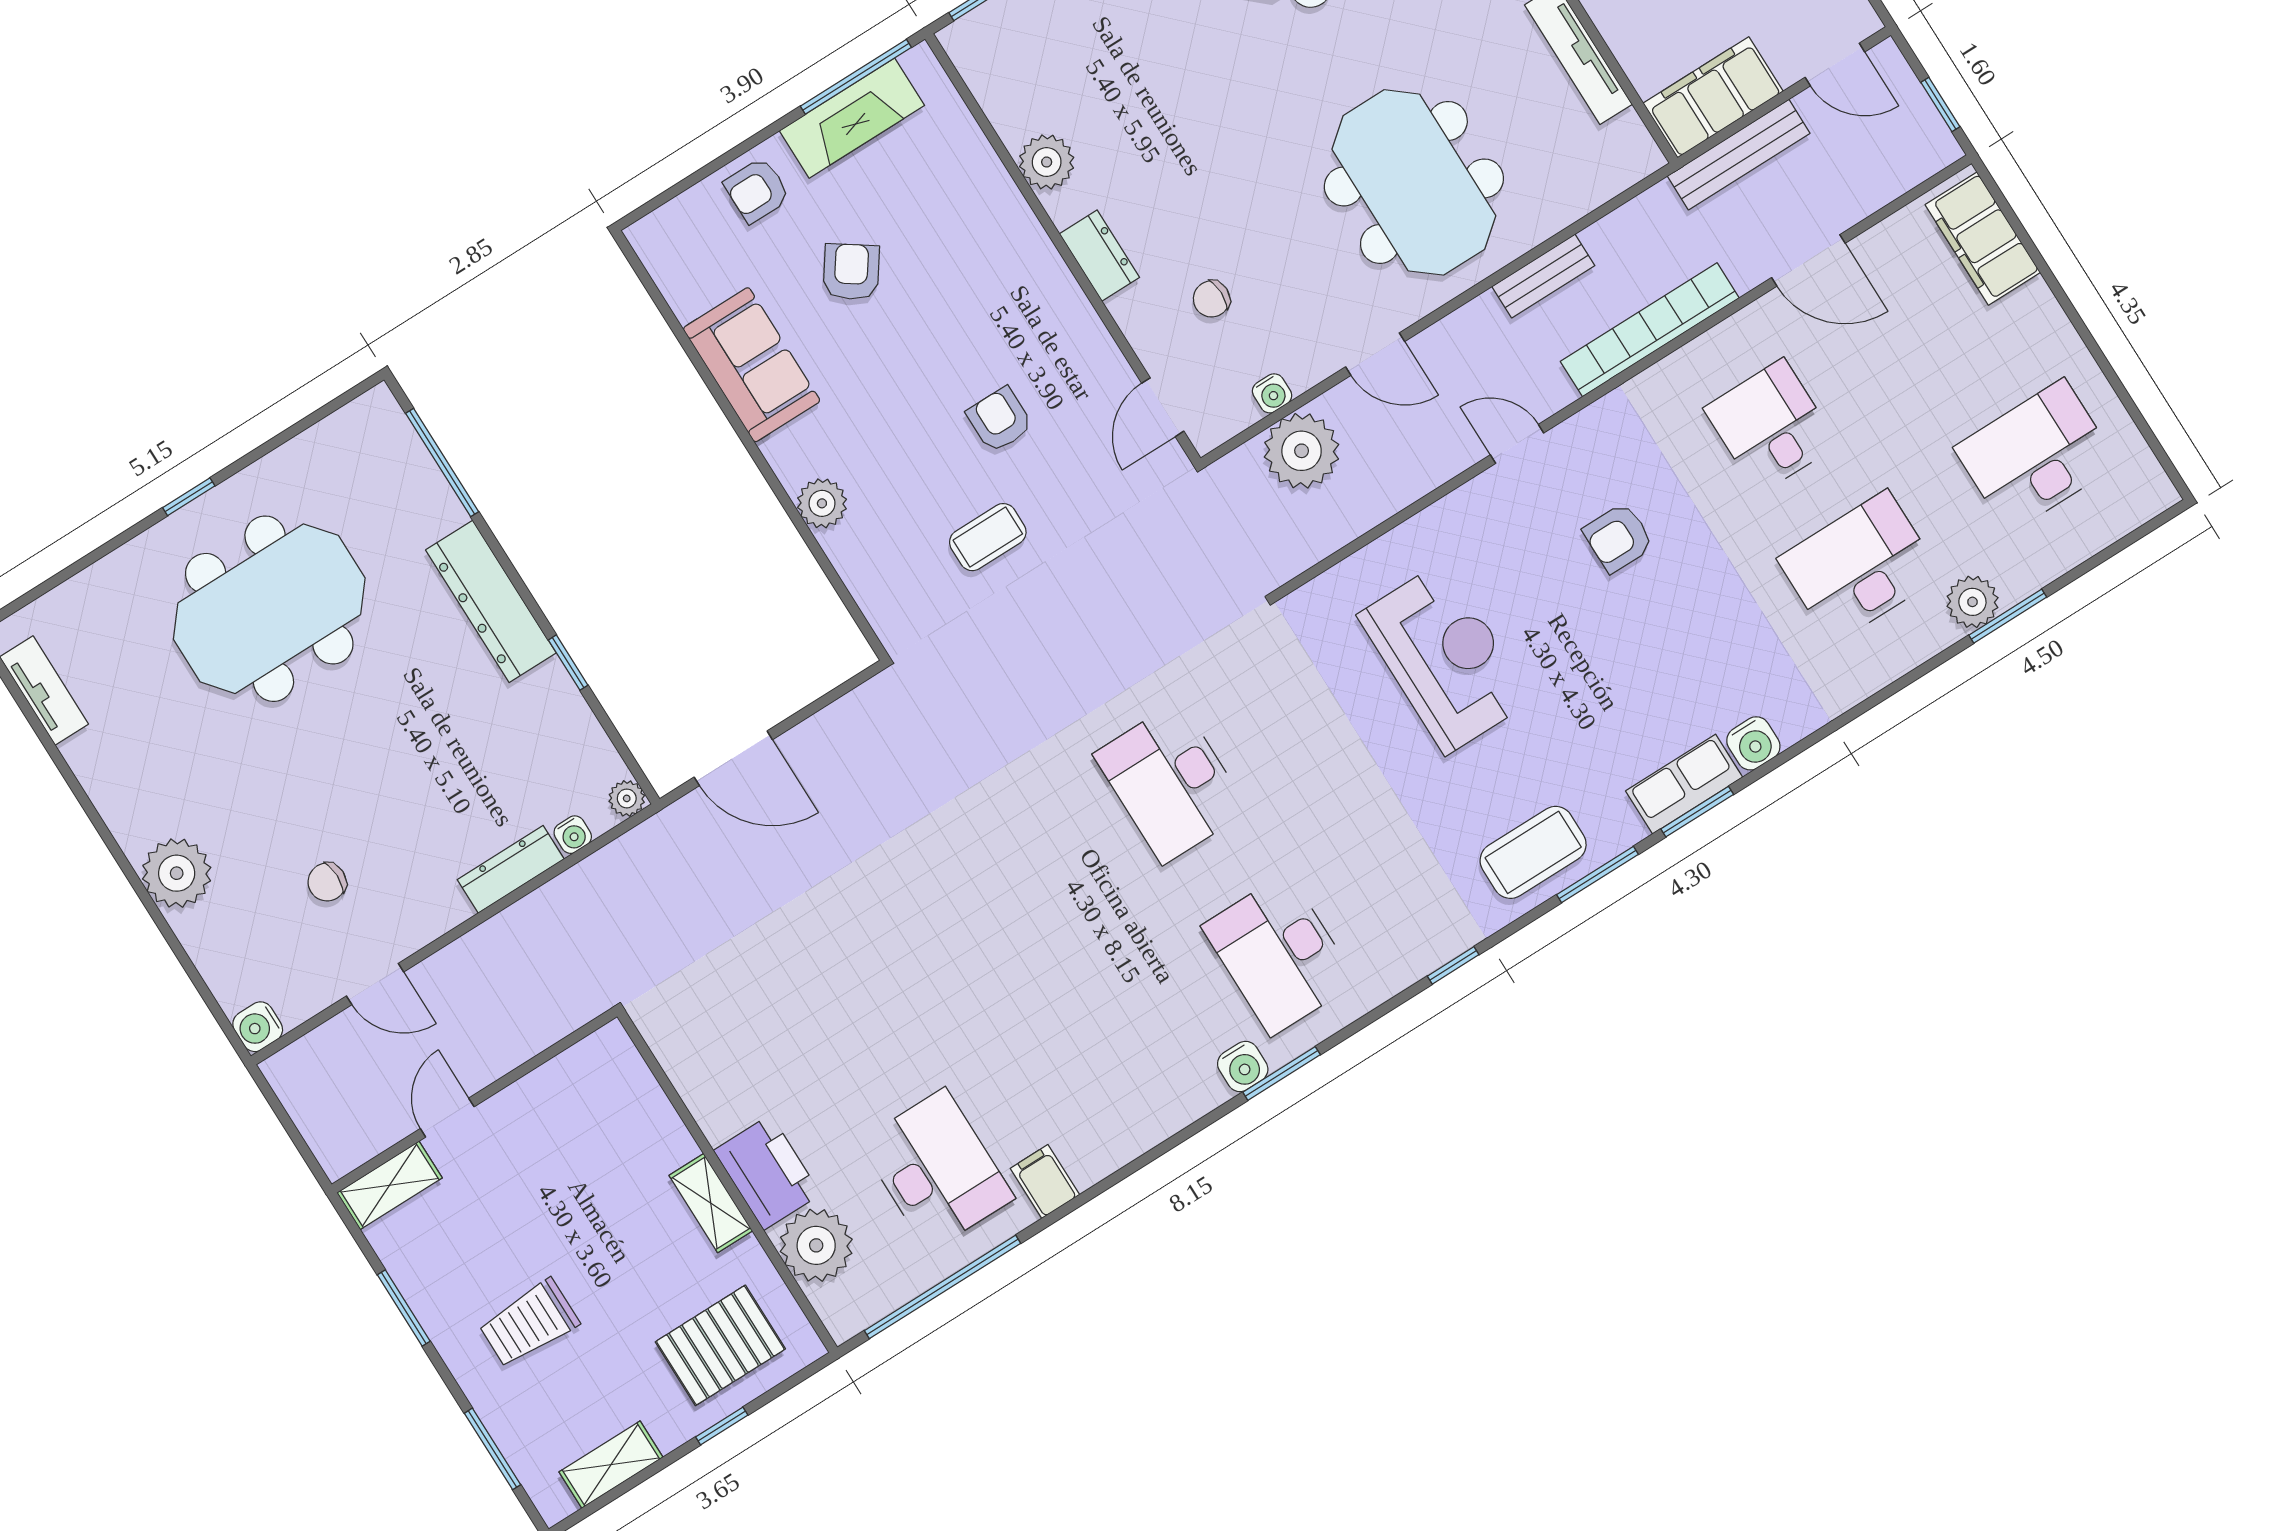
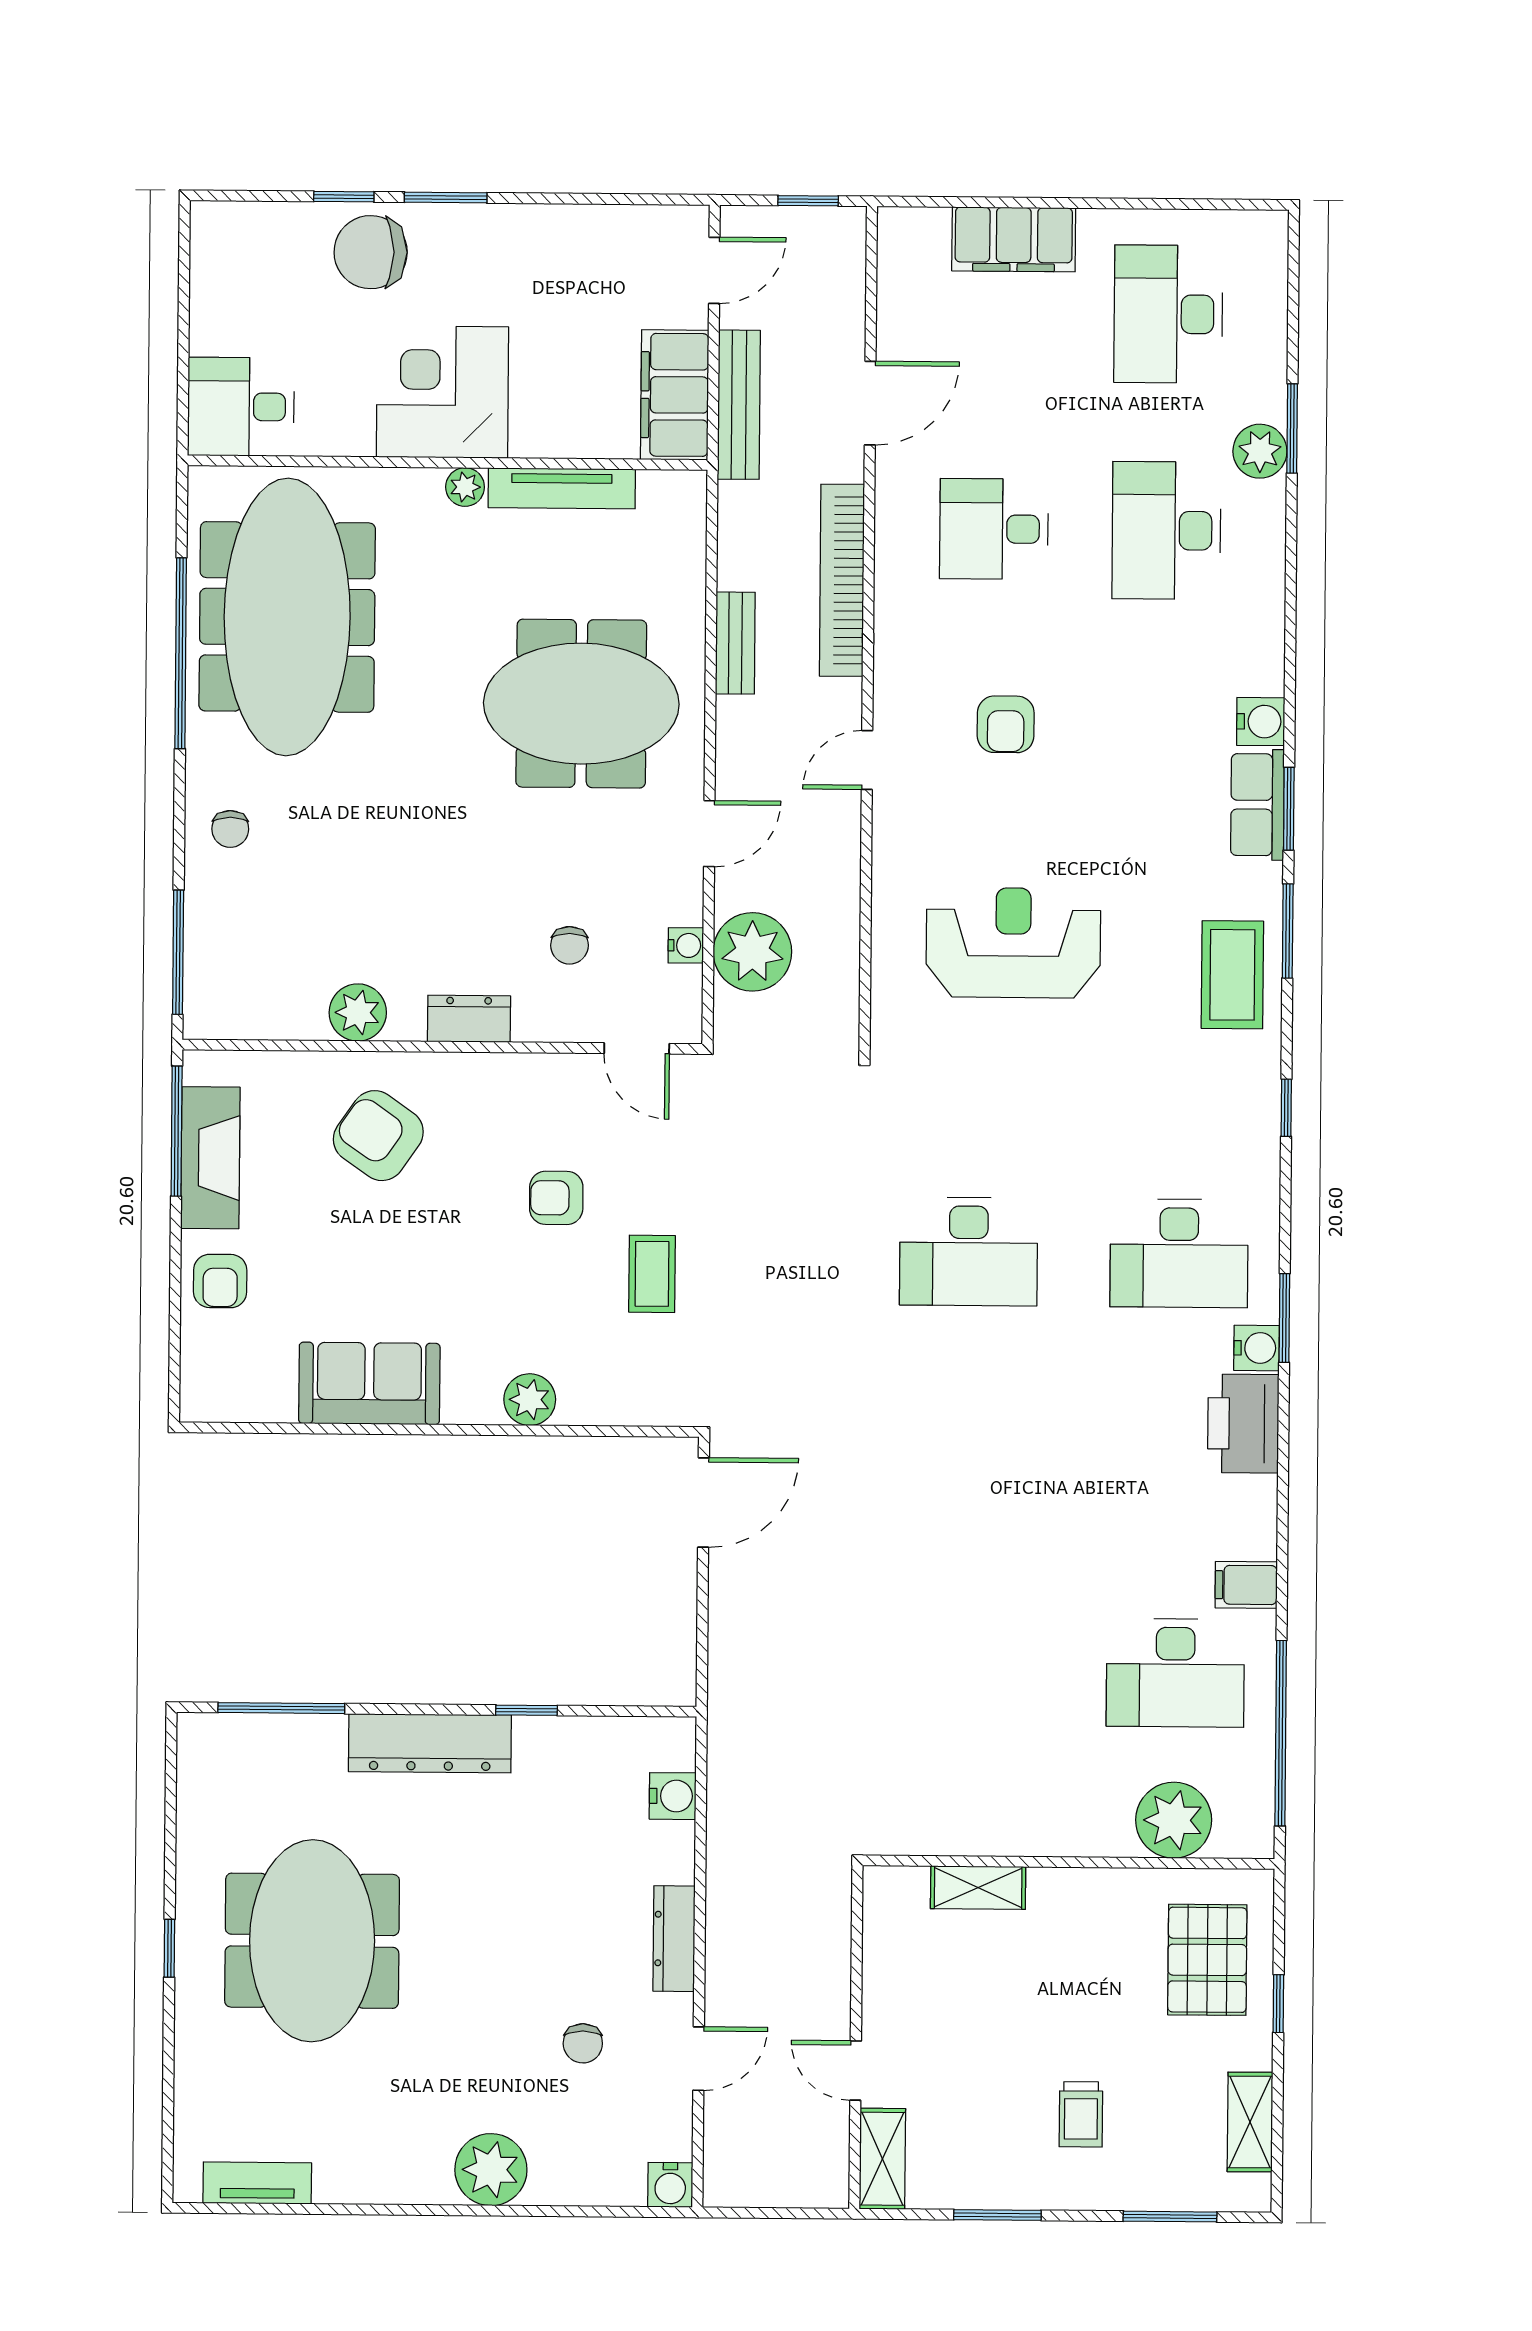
filing cabinet: (1983, 239) -> (1014, 239), moved
armchair: (851, 272) -> (378, 1136), moved, width x1.38, depth x1.38
door: (733, 758) -> (703, 1503), moved
plant: (627, 798) -> (678, 1735), removed
water cooler: (573, 835) -> (673, 1796), width x1.38, depth x1.38
dresser: (511, 869) -> (674, 1939), moved
desk: (937, 1170) -> (1175, 1673), turned 180
printer: (767, 1172) -> (1243, 1424), moved, turned -90
shelving: (711, 1203) -> (978, 1888), moved
trolley: (529, 1323) -> (1081, 2114), width x0.73, depth x0.72

